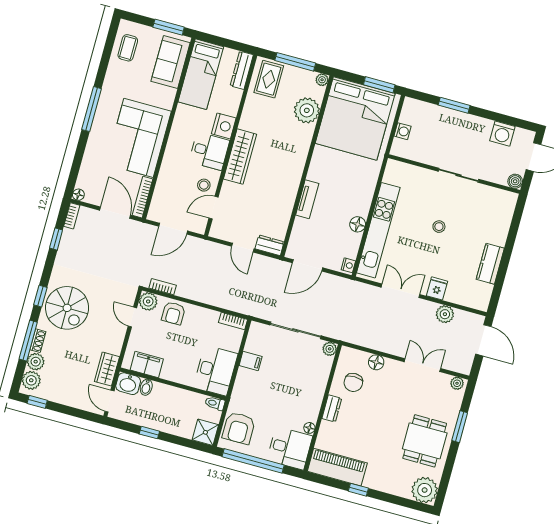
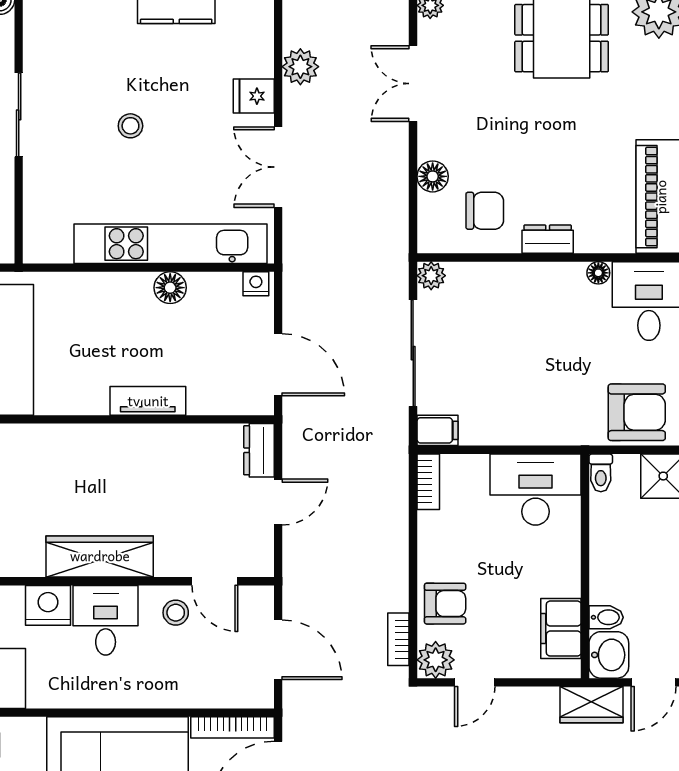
filing cabinet: (251, 361) -> (437, 430), moved, turned 90

